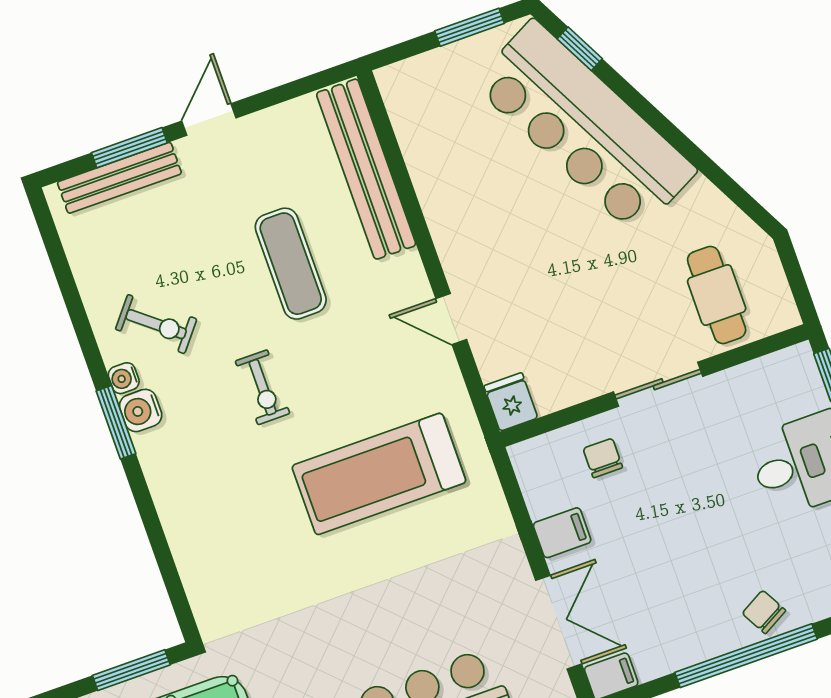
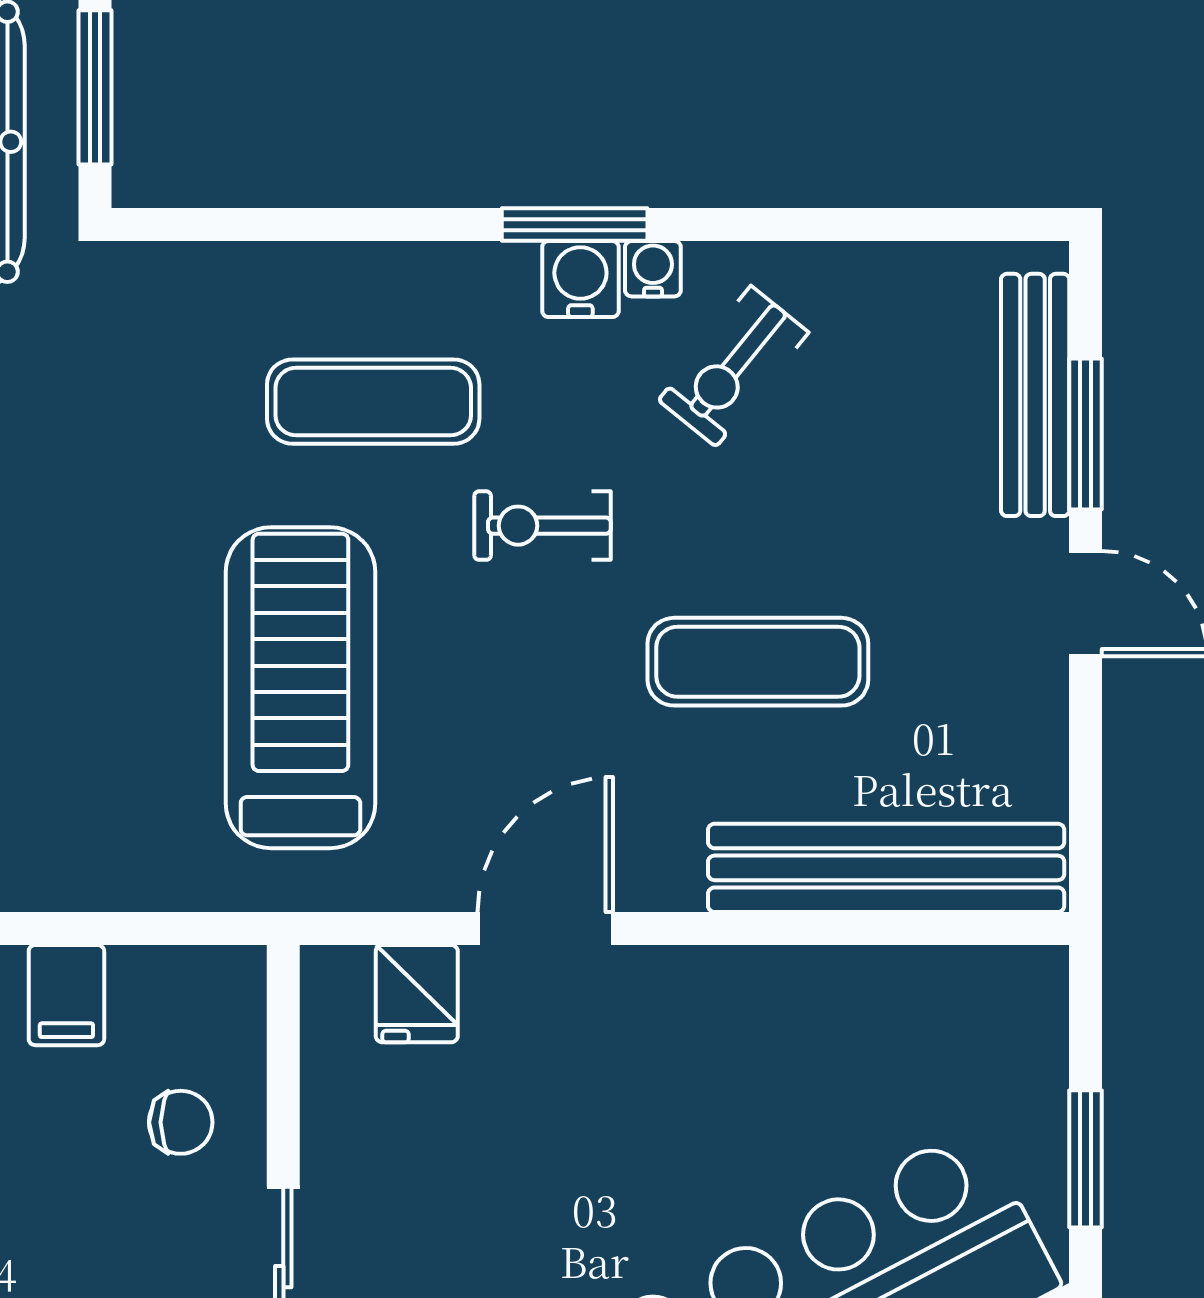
door: (451, 319) -> (545, 929), width x1.38
fridge: (511, 402) -> (417, 994), moved, turned 90
exercise mat: (233, 487) -> (373, 402), added

